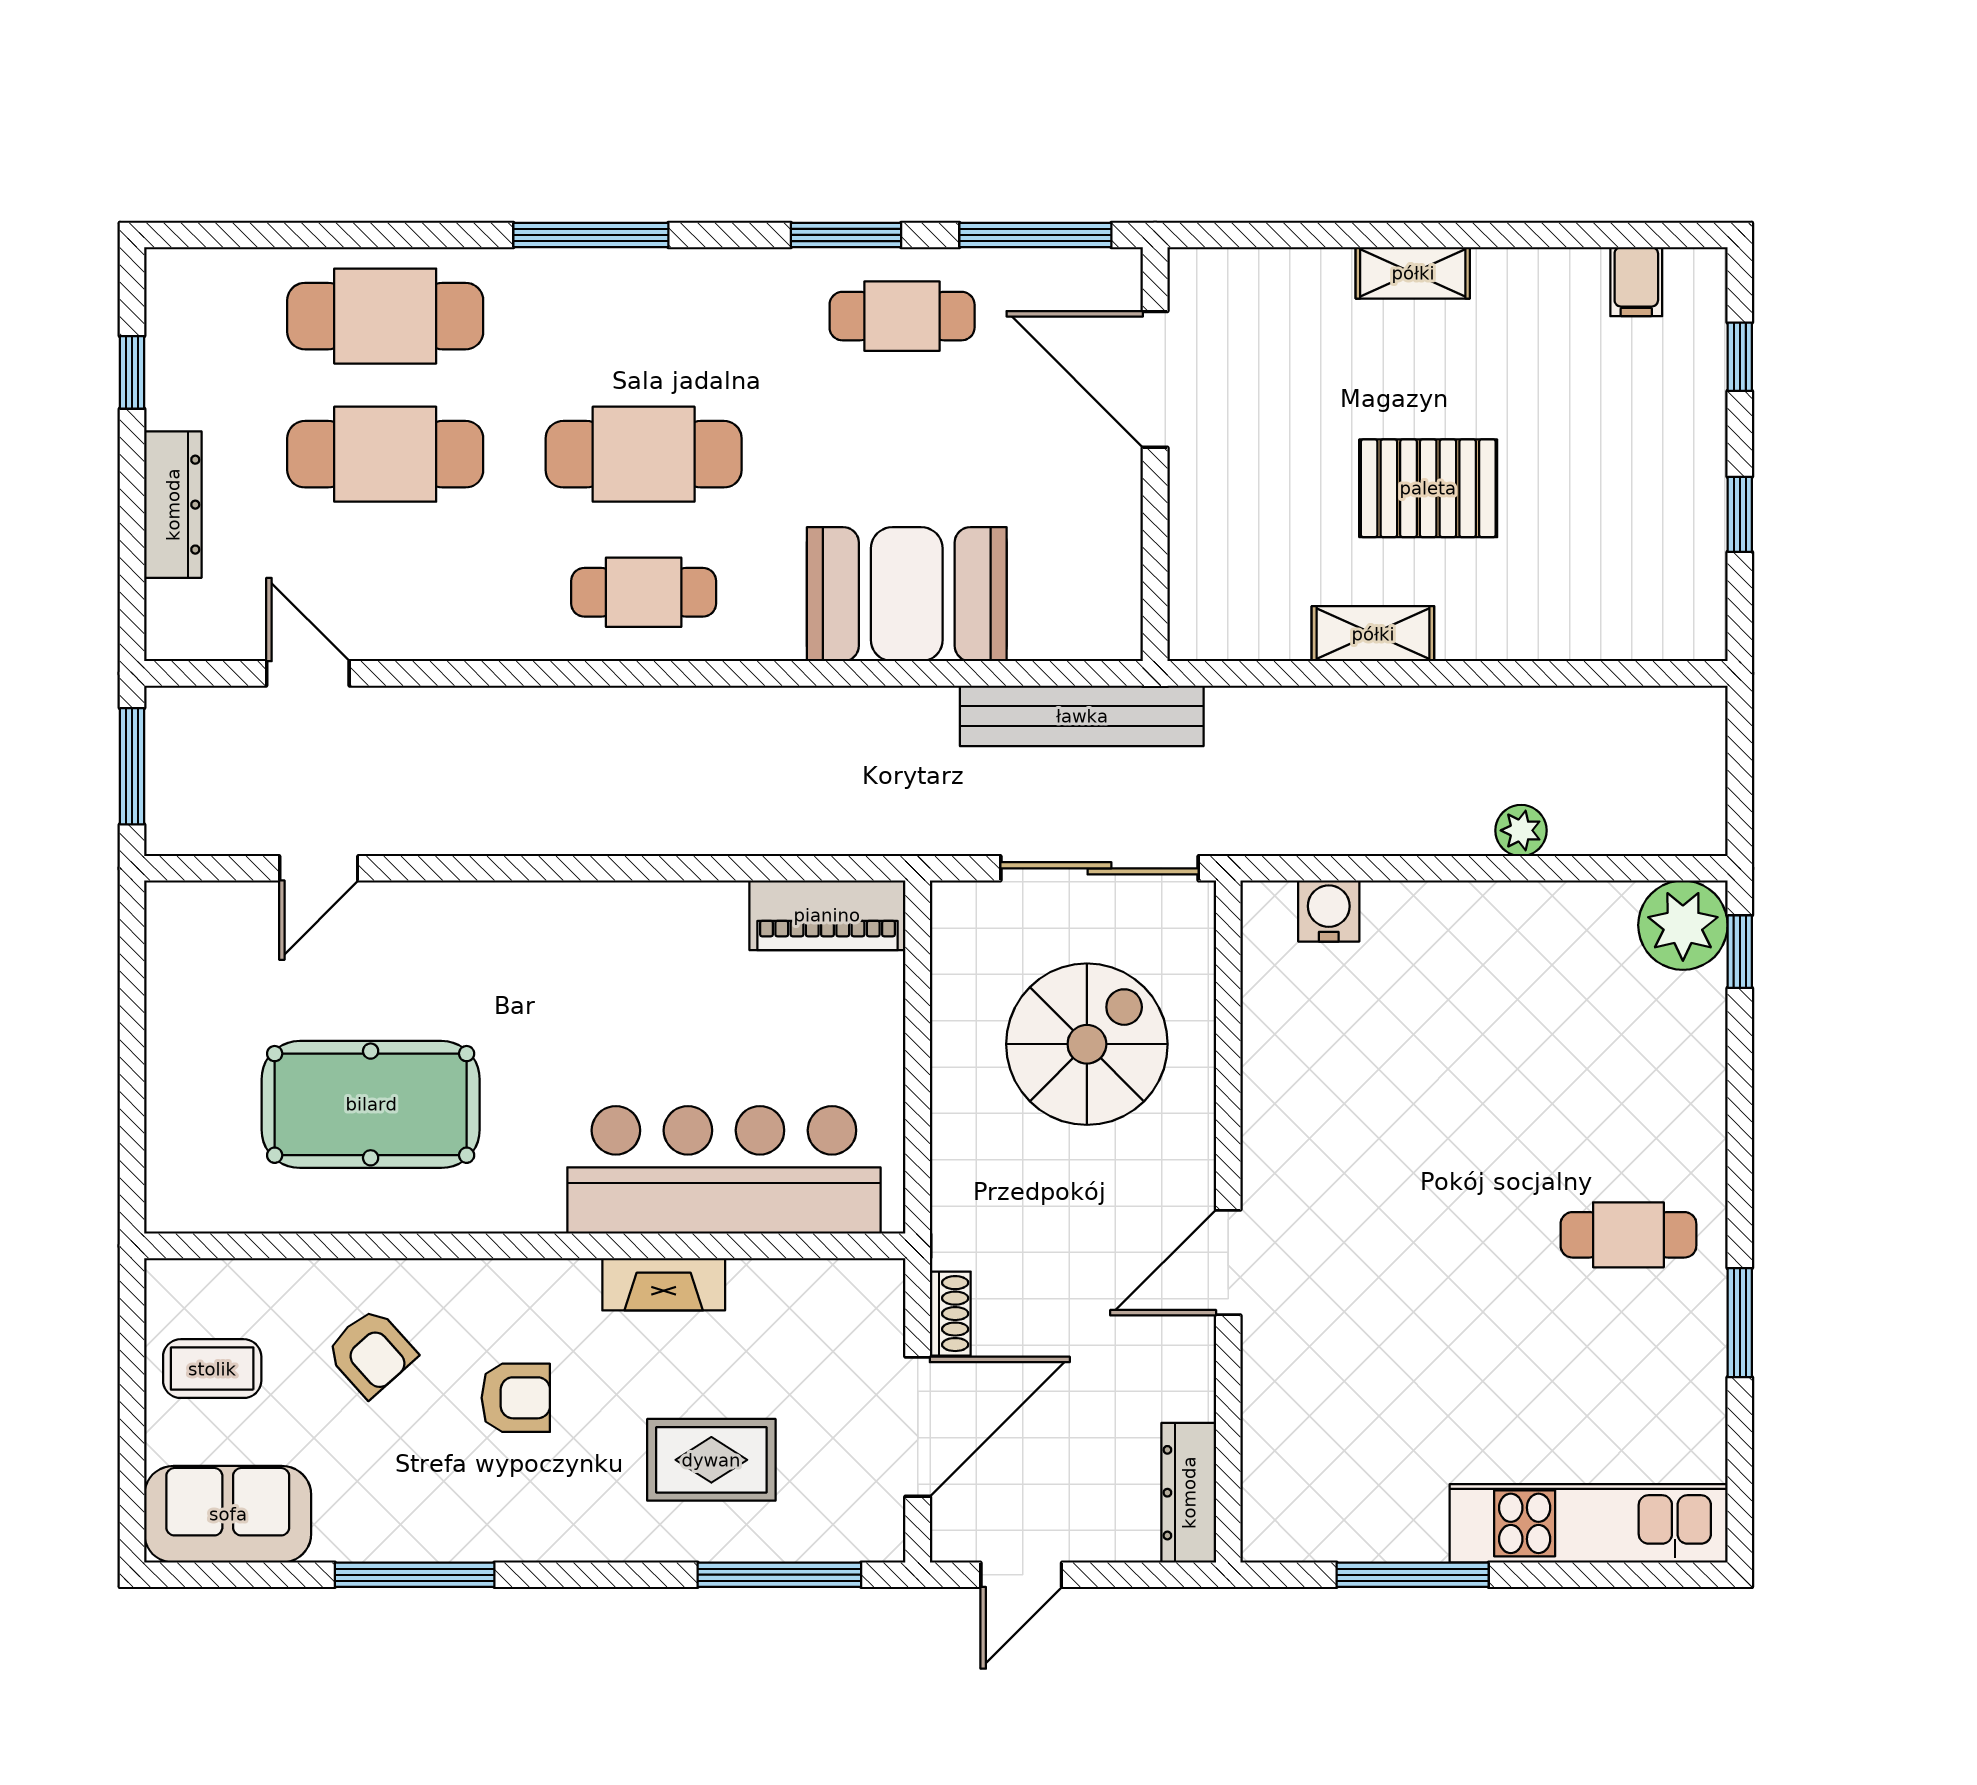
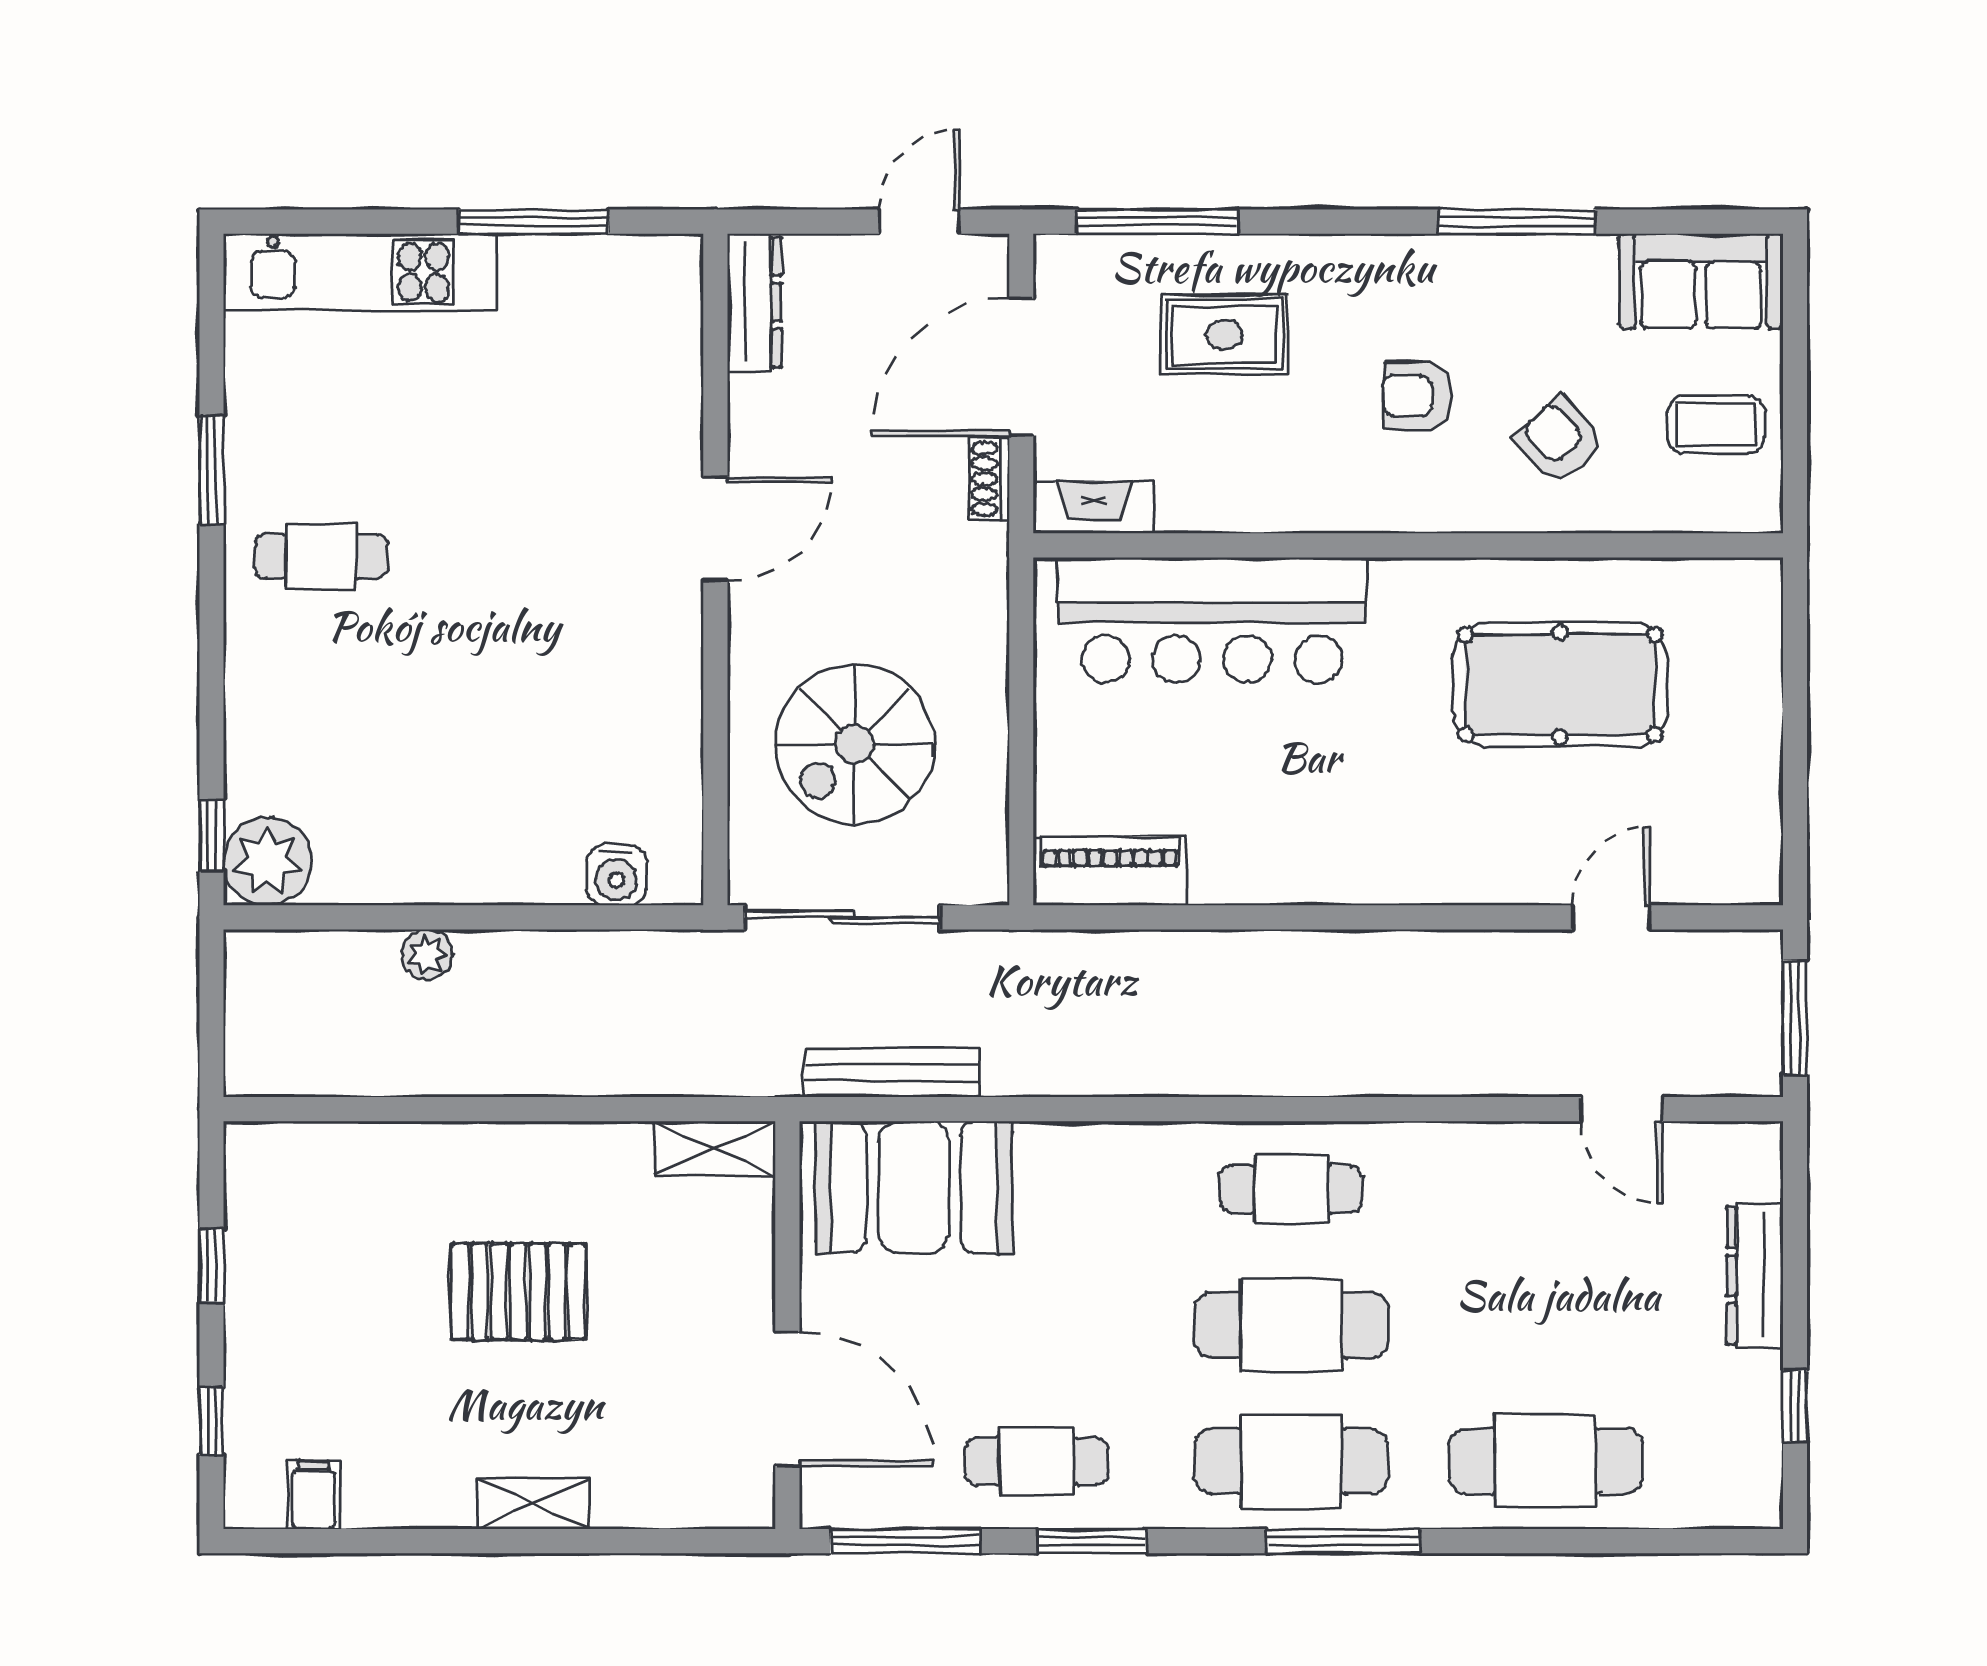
cafe table: (385, 454) -> (1291, 1461), moved
booth: (907, 594) -> (914, 1187), moved
shelving: (1373, 634) -> (715, 1148), moved
bench: (1082, 716) -> (892, 1073), width x0.73, depth x0.82
fireplace: (664, 1284) -> (1094, 508), moved

